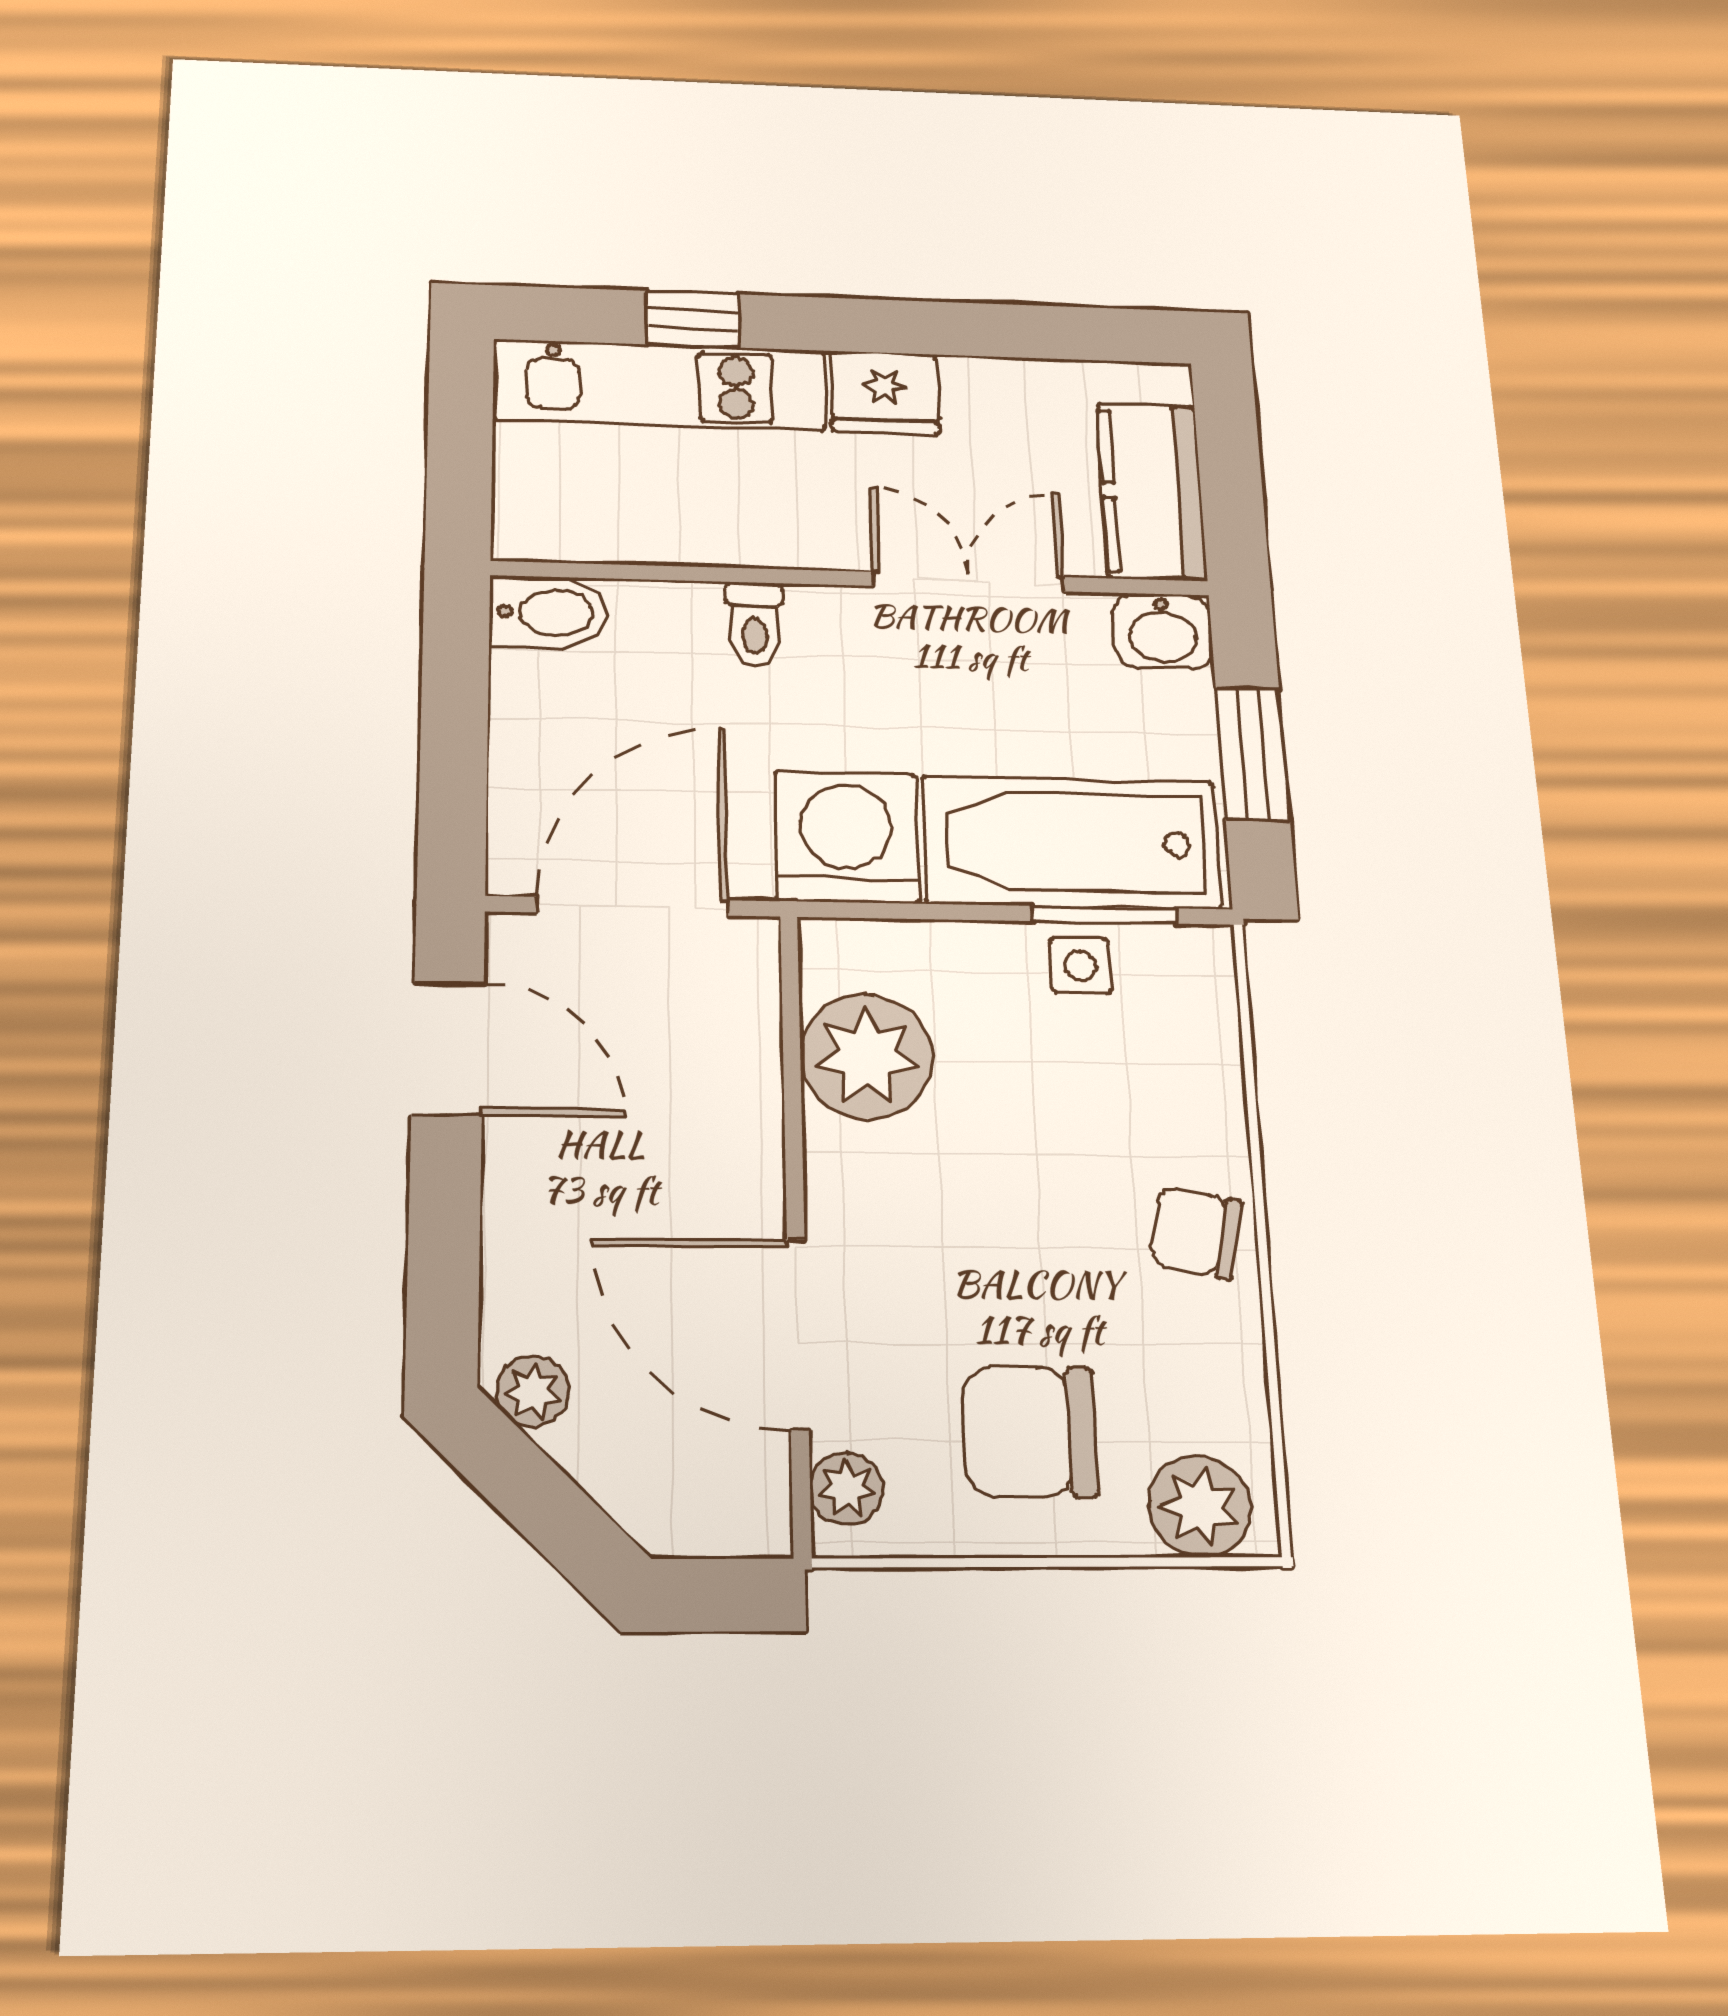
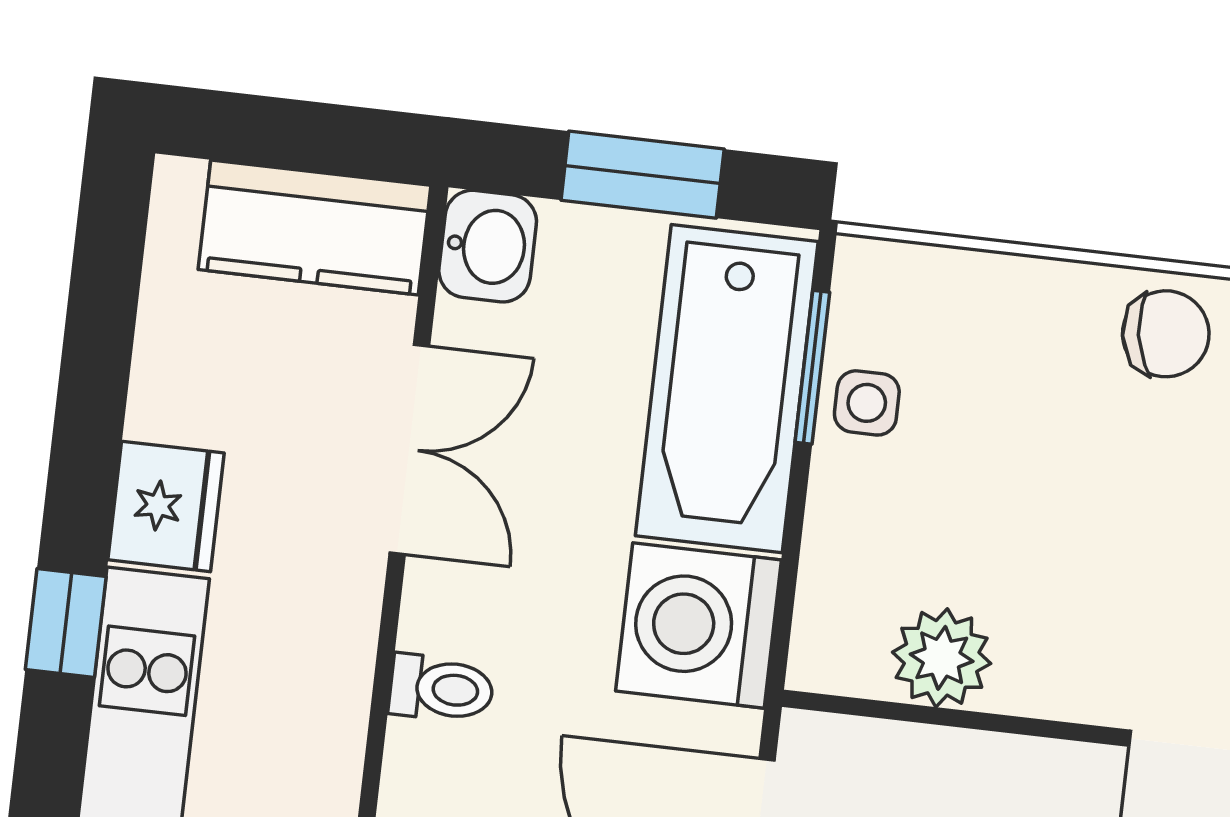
window: (693, 319) -> (66, 623), moved
double door: (969, 582) -> (409, 449), swing flipped
plant: (866, 1056) -> (942, 658), width x0.73, depth x0.73
chair: (1196, 1233) -> (1166, 334), turned -111

